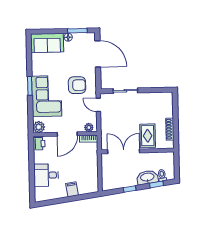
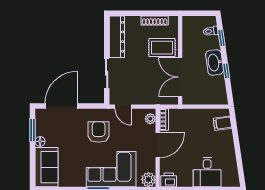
dresser: (156, 98) -> (117, 37), added
door: (98, 105) -> (123, 107), hinge flipped
door: (67, 134) -> (158, 145), hinge flipped
washbasin: (147, 177) -> (215, 62), moved
filing cabinet: (72, 189) -> (223, 123), moved

